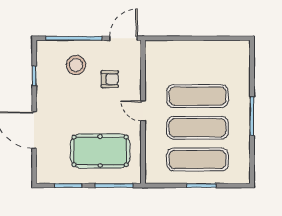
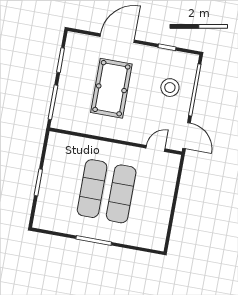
armchair: (110, 79) -> (151, 116), removed
door: (143, 111) -> (156, 148), moved
pool table: (100, 151) -> (111, 88), moved
exercise mat: (198, 159) -> (63, 183), removed

